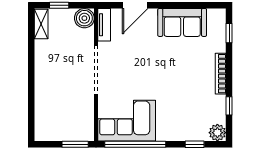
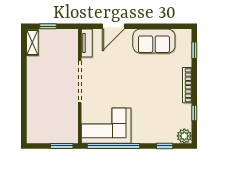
boiler: (84, 18) -> (70, 37), removed

